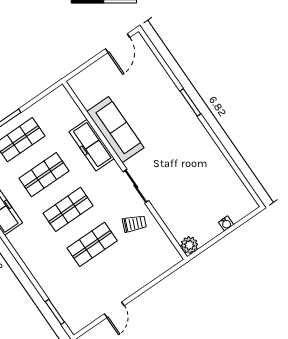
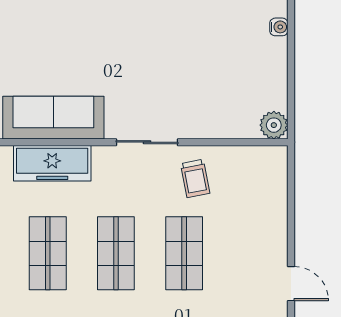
water cooler: (226, 223) -> (279, 27), moved
trolley: (134, 224) -> (195, 178), turned 146

